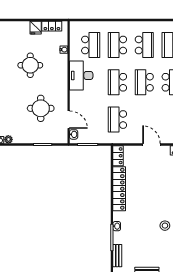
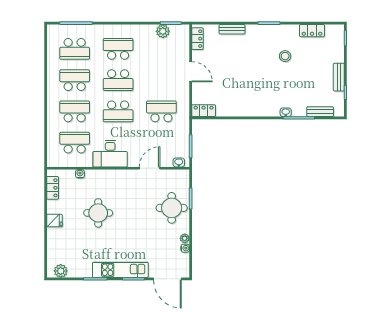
fridge: (36, 28) -> (54, 221), moved
school desk: (117, 45) -> (75, 111), turned 180
round table: (41, 108) -> (172, 208), moved
door: (69, 120) -> (150, 168), moved
school desk: (117, 120) -> (161, 111), turned 180
door: (151, 145) -> (191, 72), swing flipped
locker: (119, 189) -> (242, 109), removed

